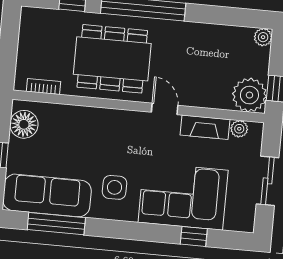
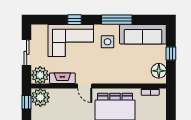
plant: (239, 129) -> (40, 75), width x1.88, depth x1.88
window: (56, 224) -> (117, 20), moved
window: (194, 236) -> (74, 20), moved

